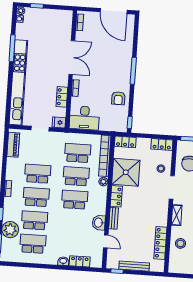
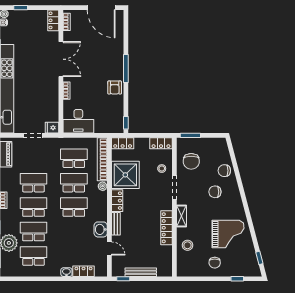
locker: (62, 97) -> (53, 20), moved
armchair: (118, 98) -> (115, 88), moved
locker: (160, 243) -> (167, 228), moved

